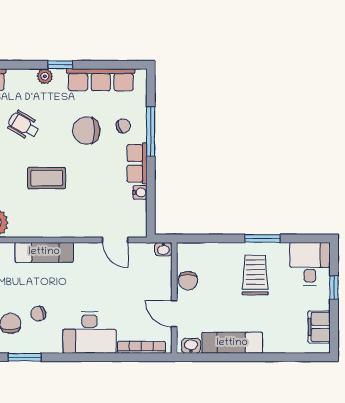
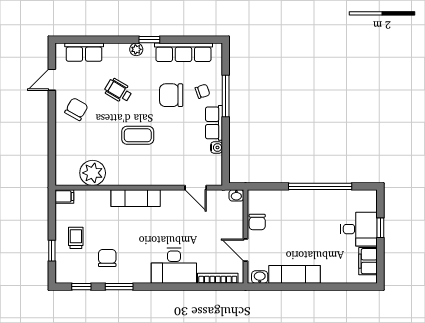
window: (263, 238) -> (320, 186), width x2.11
desk: (310, 264) -> (359, 229), moved, turned 90
trolley: (255, 275) -> (314, 217), removed
chair: (38, 314) -> (131, 250), removed

